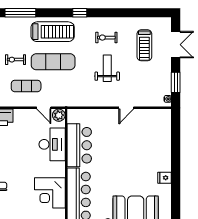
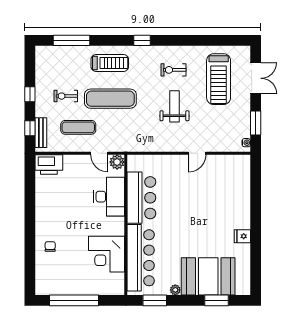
treadmill: (53, 32) -> (110, 63), width x0.73, depth x0.73
treadmill: (144, 45) -> (219, 79), width x1.37, depth x1.38

